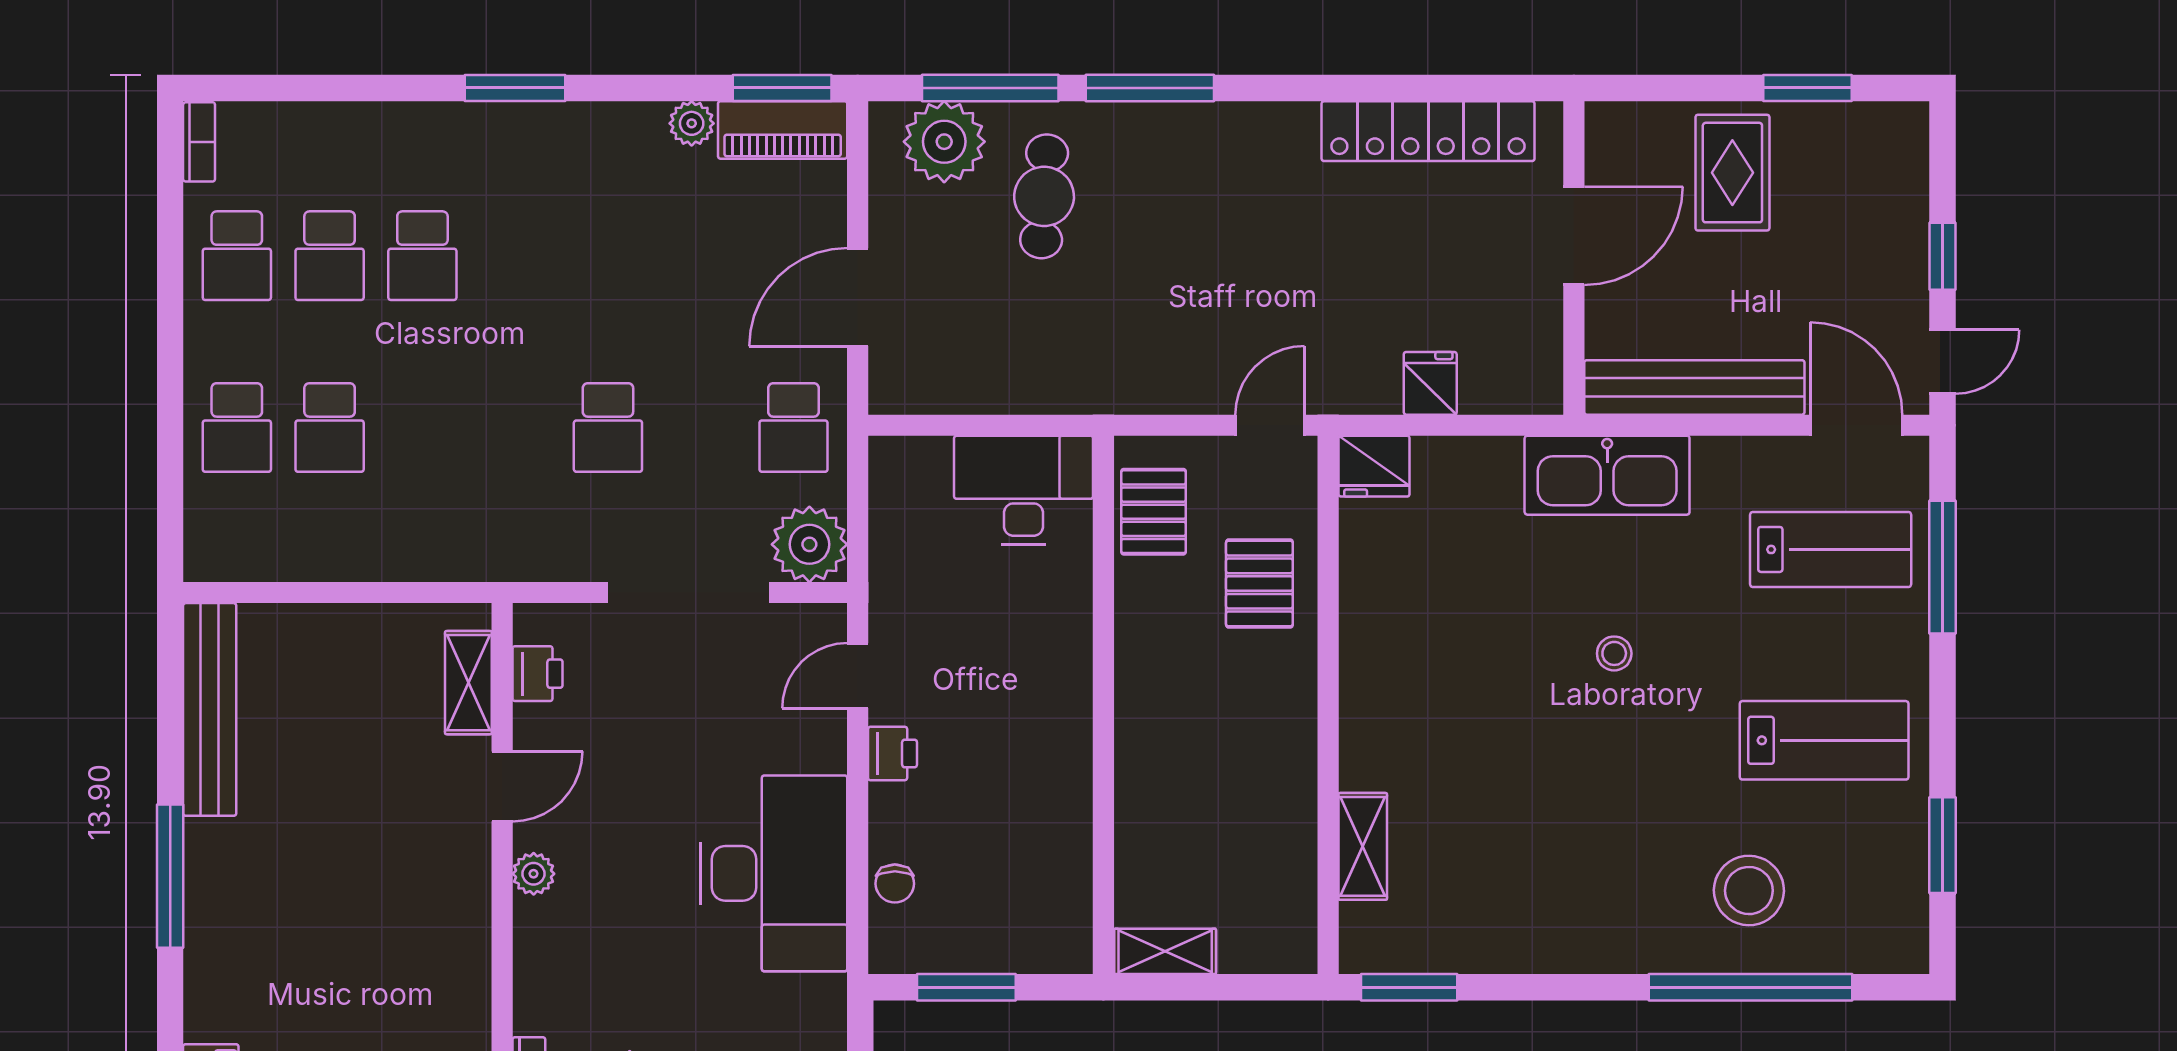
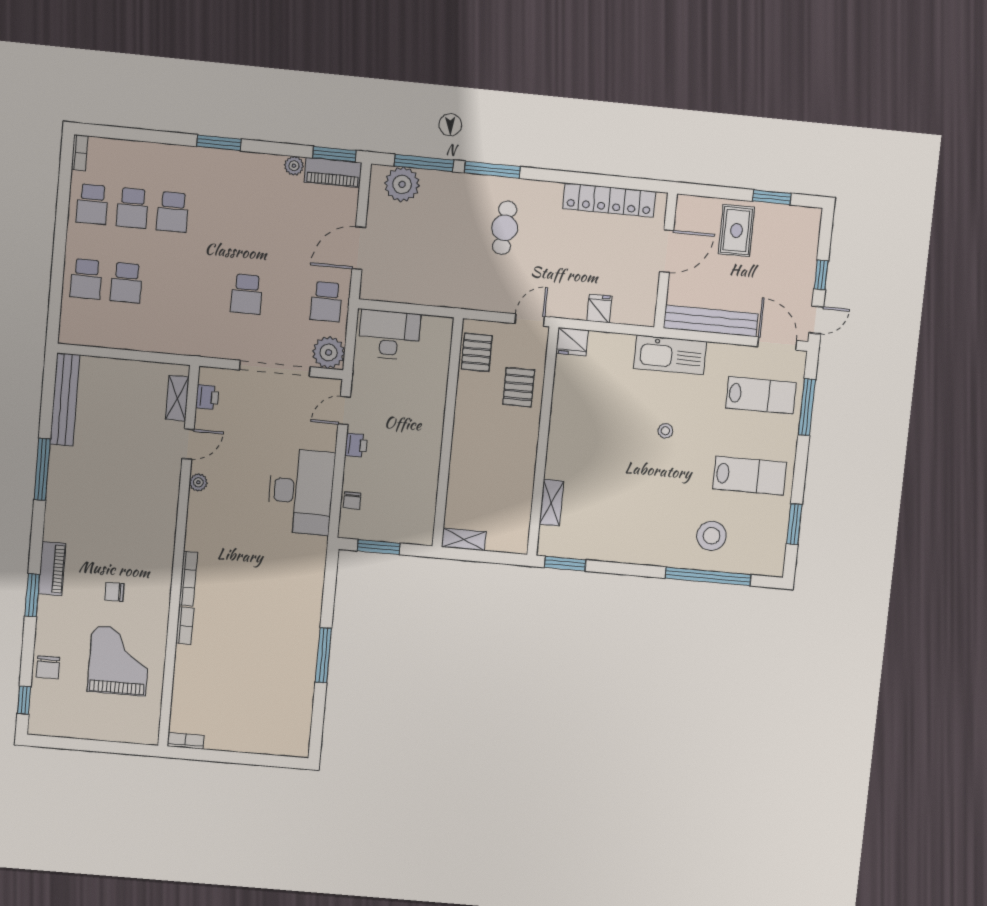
cafe table: (1044, 196) -> (505, 228), moved
desk: (1024, 490) -> (389, 335), moved

